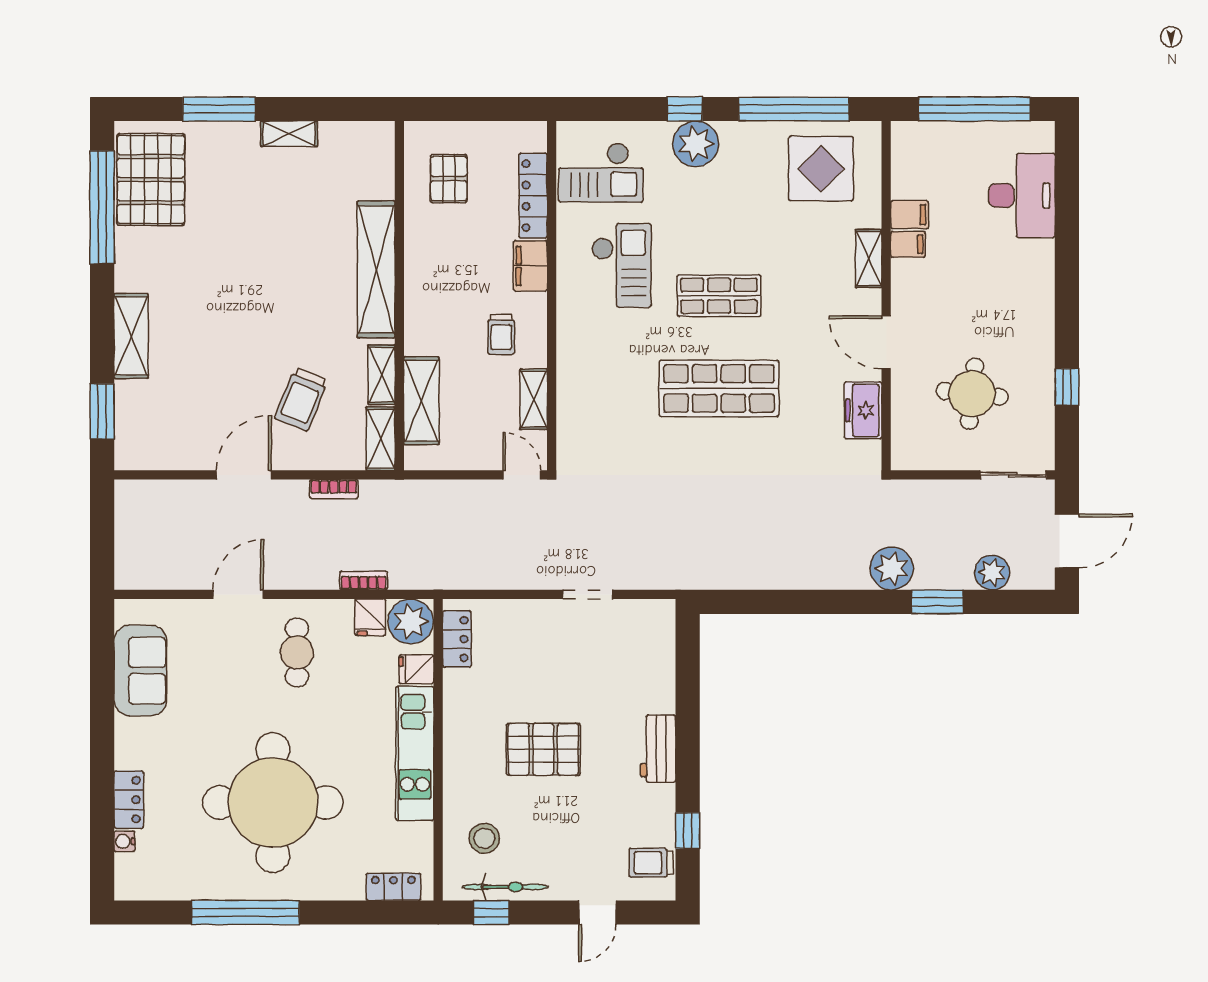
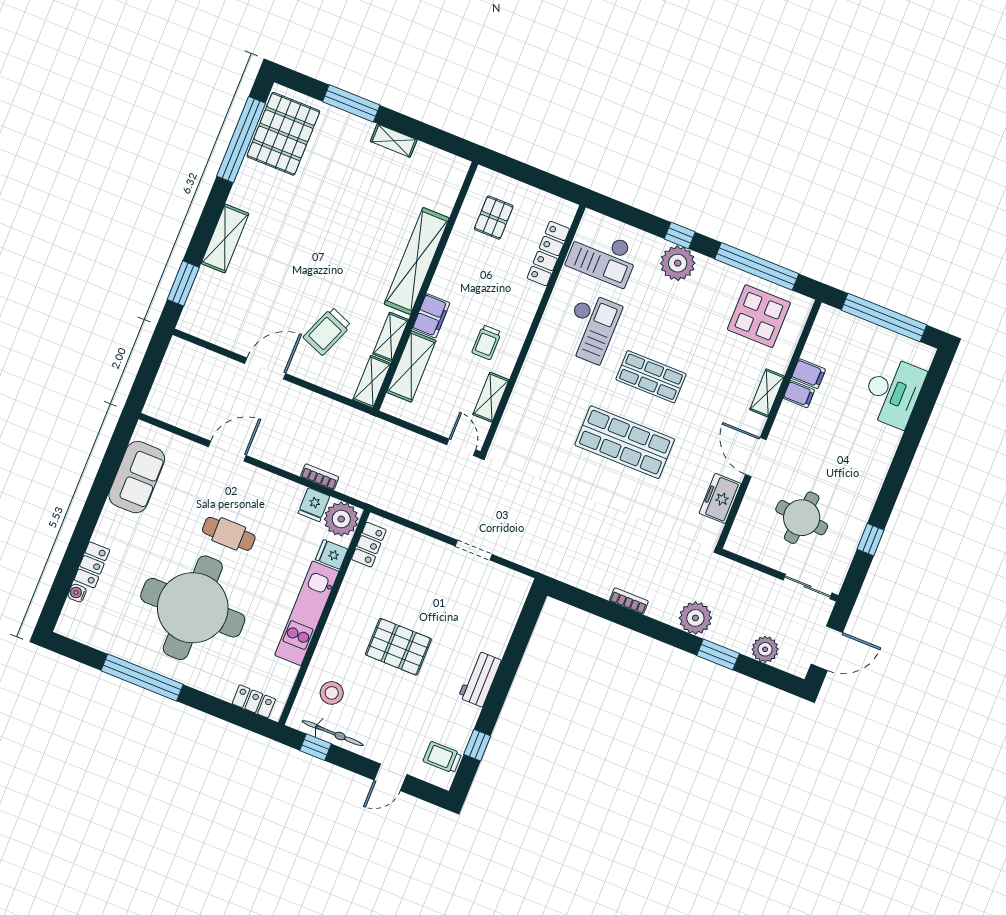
filing cabinet: (530, 266) -> (431, 316), moved, turned 180
bookcase: (334, 489) -> (629, 601), moved, turned 180
cafe table: (297, 652) -> (229, 534), moved, turned 90

